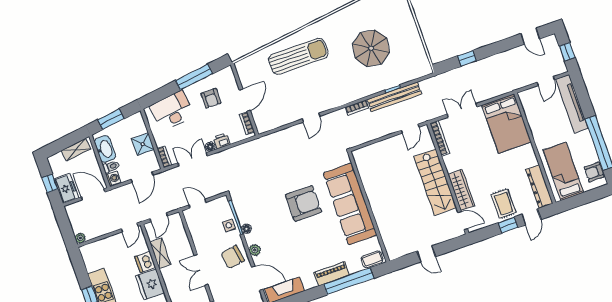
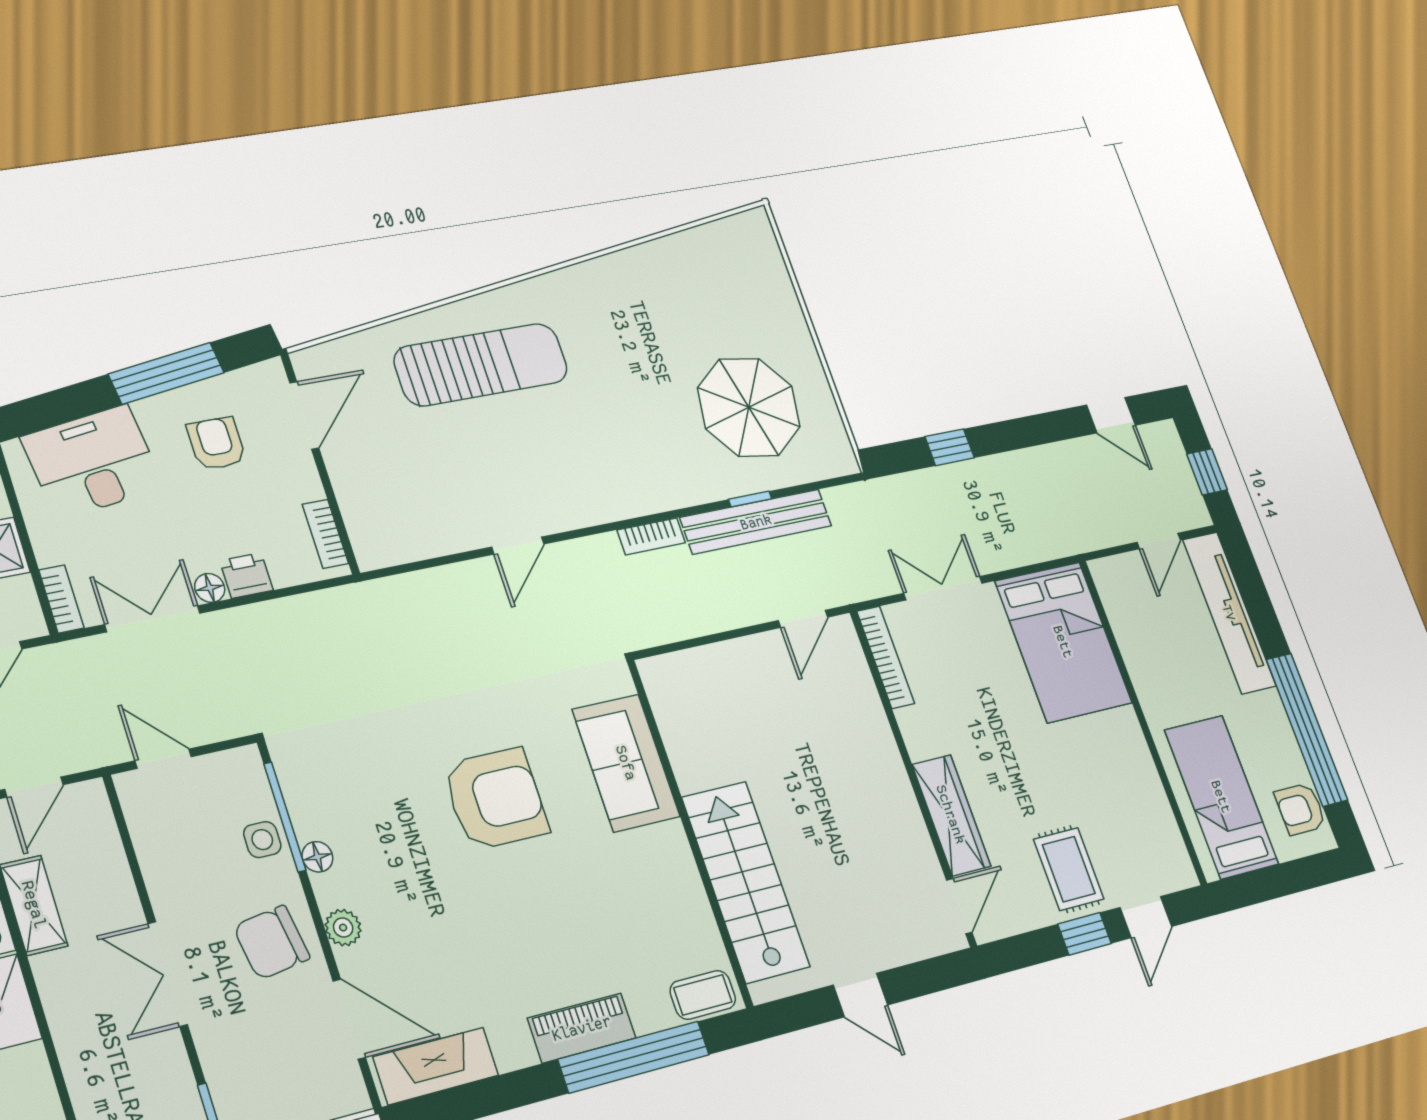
parasol: (371, 48) -> (749, 407), moved
armchair: (211, 98) -> (216, 444), turned 180
door: (245, 100) -> (304, 415), moved
stairs: (435, 182) -> (746, 882), moved, turned 180
dresser: (539, 187) -> (1161, 832), removed
sofa: (350, 204) -> (626, 763), width x0.54, depth x0.79
door: (463, 221) -> (959, 906), hinge flipped

